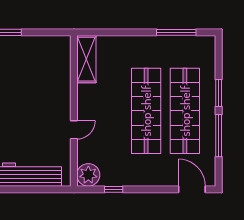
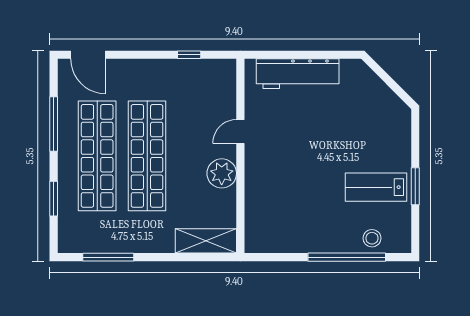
shelving: (86, 59) -> (206, 241), moved, turned 90
window: (219, 93) -> (54, 199), moved
plant: (88, 175) -> (222, 173), moved

